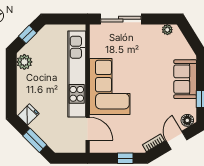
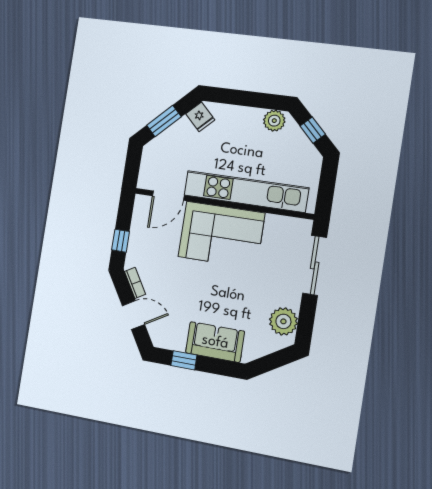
plant: (167, 30) -> (283, 321), width x1.88, depth x1.88
floor lamp: (187, 120) -> (158, 335), removed

